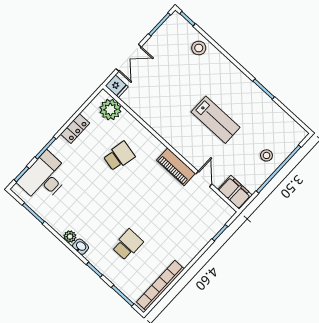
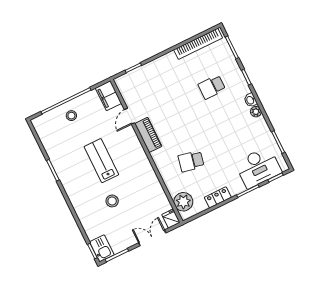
kitchen sink: (179, 25) -> (102, 248), added
stool: (199, 48) -> (112, 201), moved

